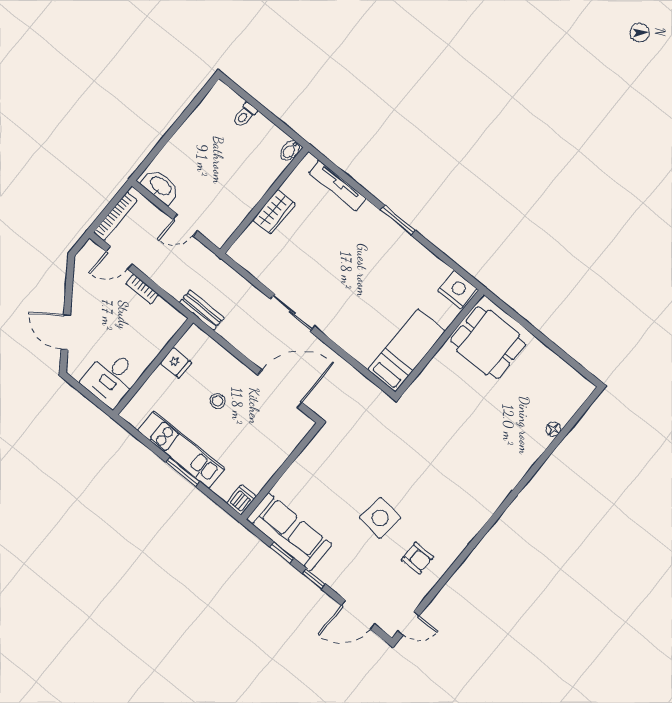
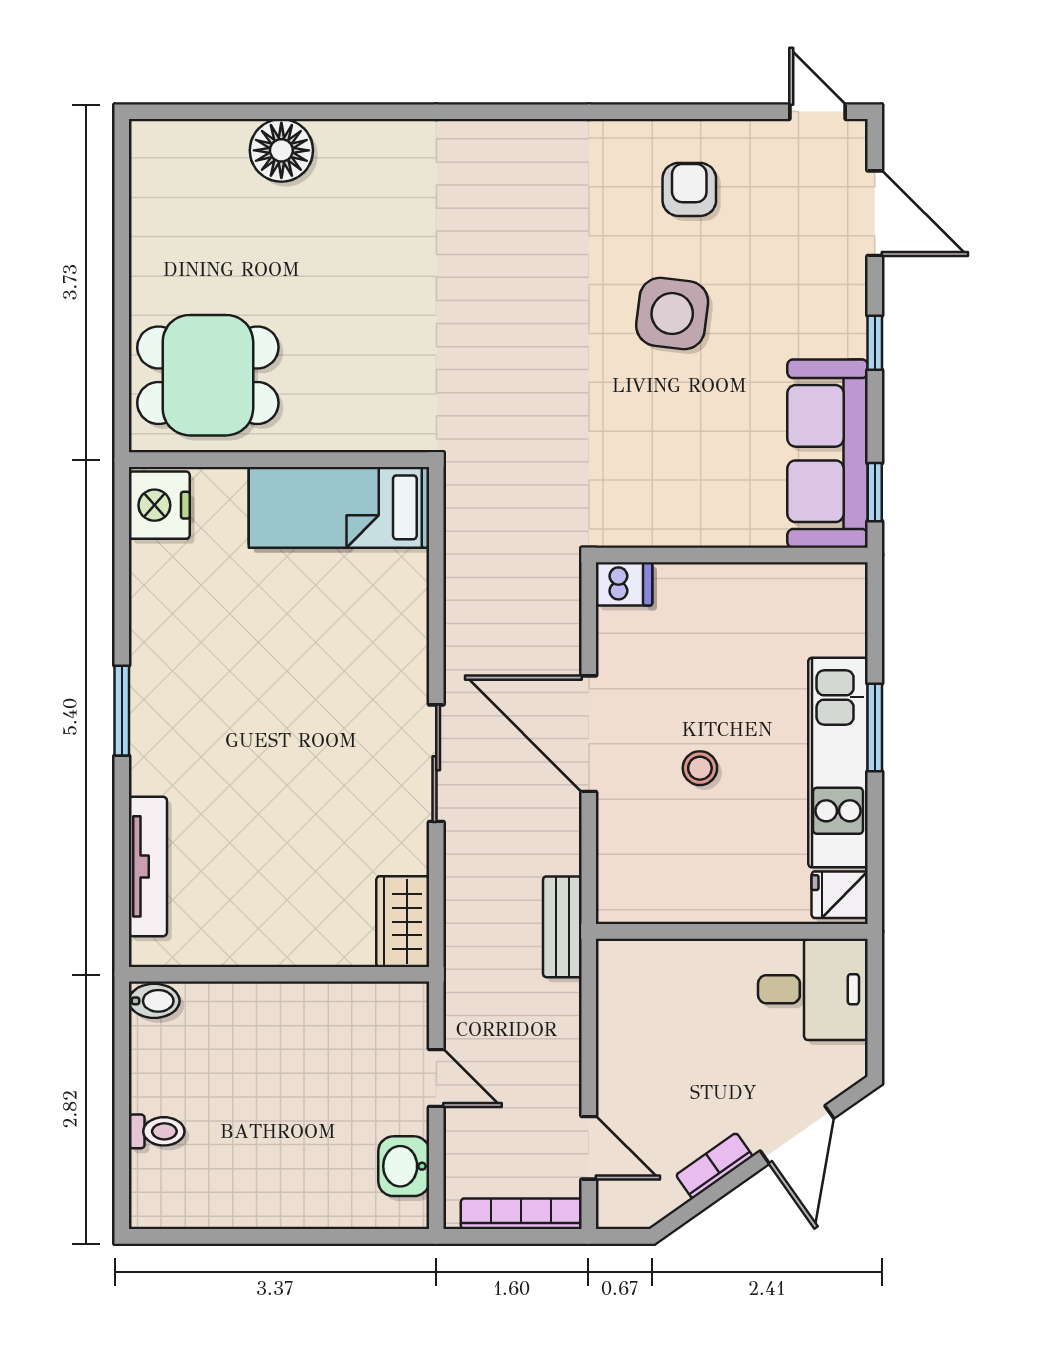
washbasin: (160, 186) -> (404, 1166), width x0.72
wardrobe: (274, 212) -> (403, 922), moved, turned -90
bookcase: (142, 289) -> (714, 1166), moved, turned -125
dining table: (488, 343) -> (208, 375), turned 90
fridge: (176, 363) -> (840, 895), moved, turned -90
door: (280, 389) -> (589, 734), moved
floor lamp: (553, 429) -> (281, 150), width x1.89, depth x1.89
dishwasher: (242, 500) -> (624, 584), moved, turned 180
window: (282, 553) -> (875, 492), moved

